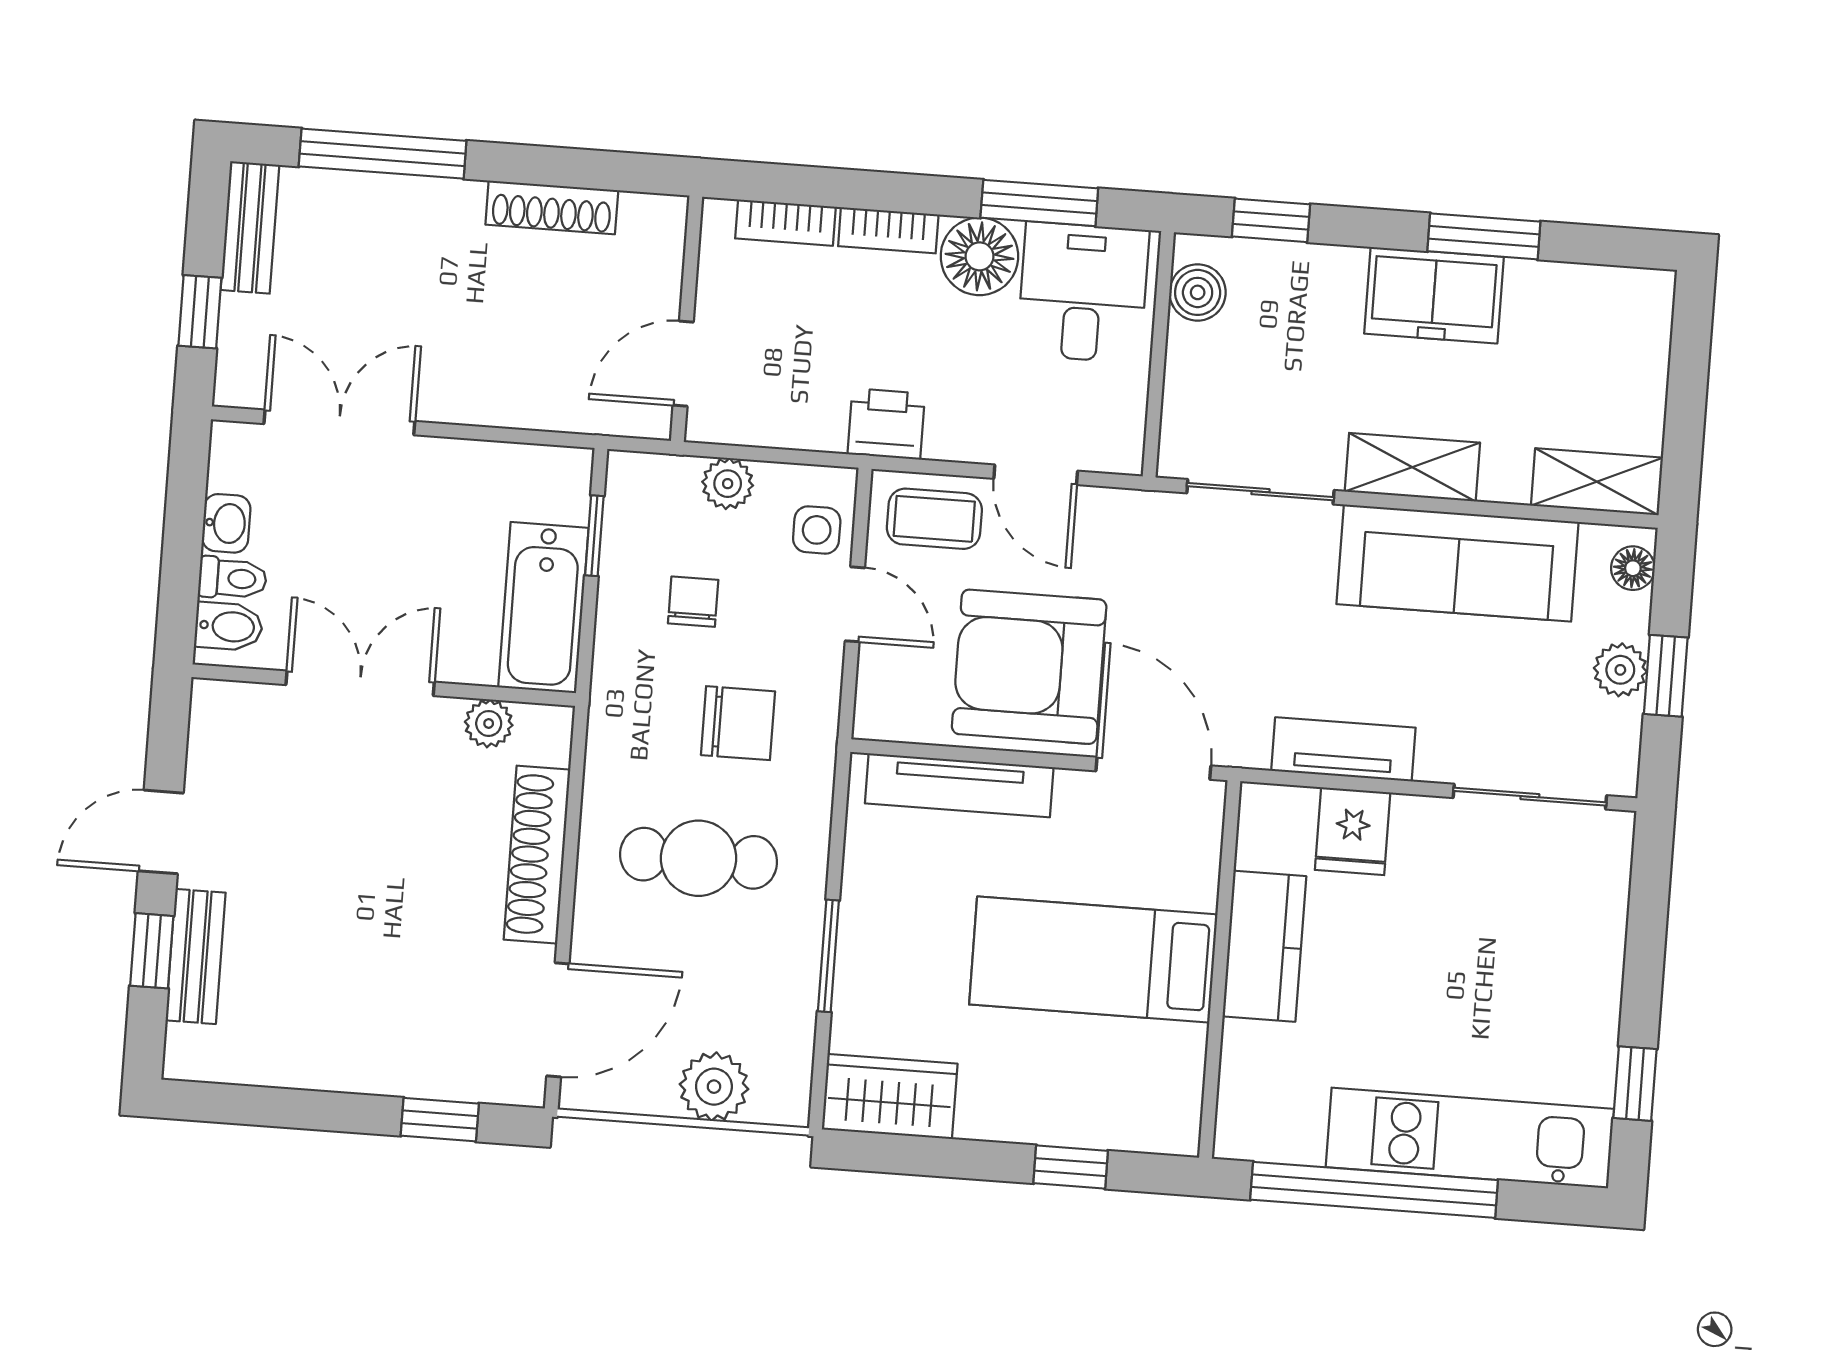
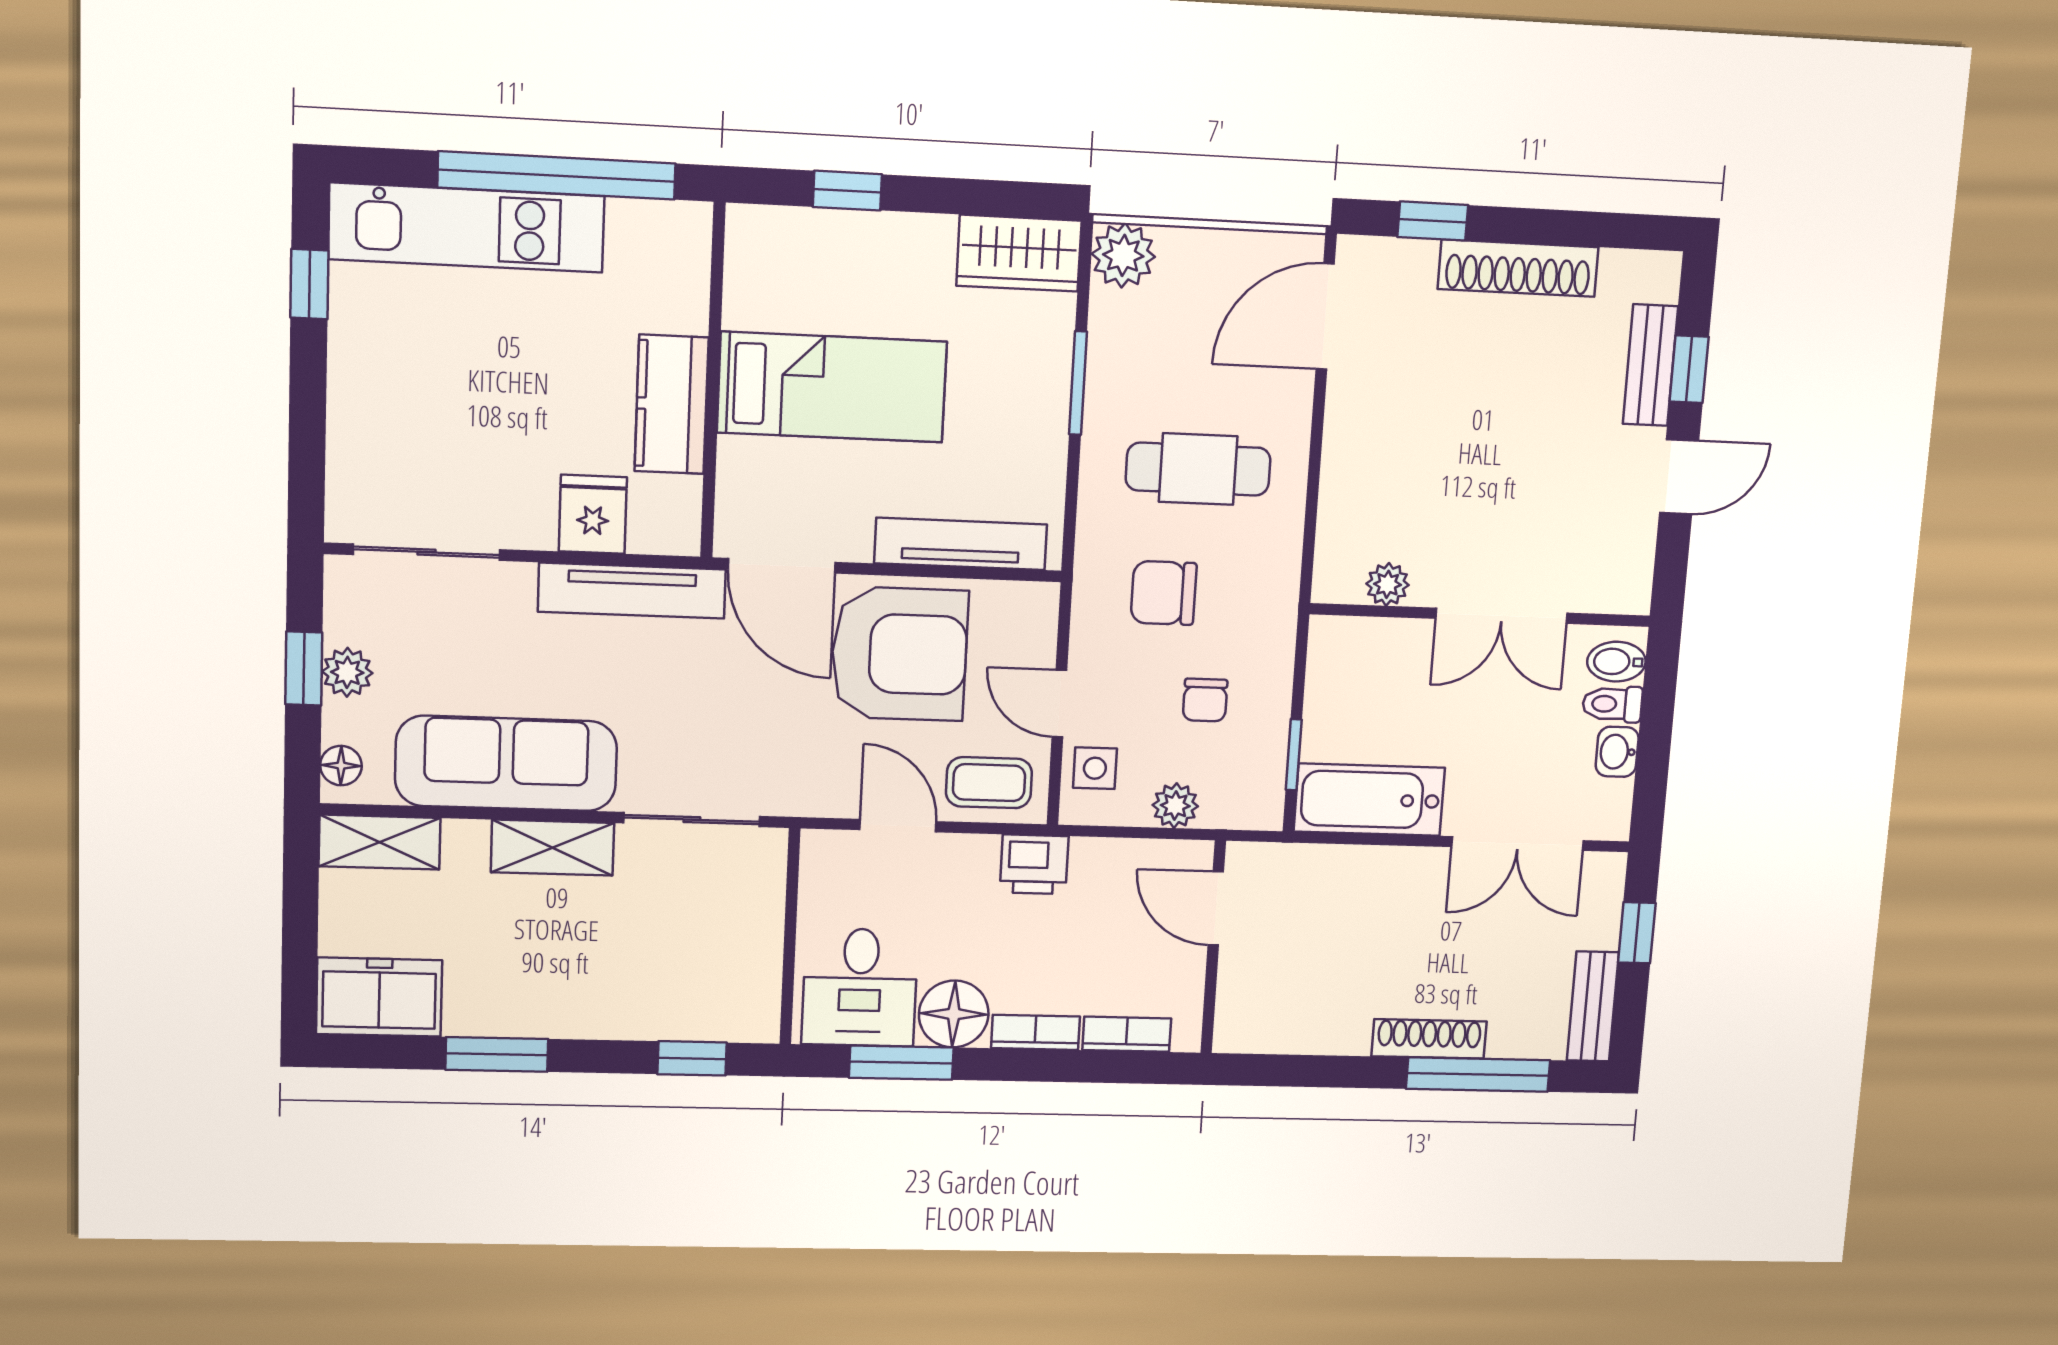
shoe rack: (552, 207) -> (1429, 1039), moved
boiler: (1198, 292) -> (756, 992), removed
freezer: (1434, 295) -> (379, 997), moved
door: (683, 364) -> (1216, 908), swing flipped
bathtub: (543, 608) -> (1369, 800), moved, turned -90
tv unit: (1343, 749) -> (632, 591), width x1.41
shoe rack: (537, 855) -> (1518, 268), moved, turned 90
plant: (714, 1087) -> (1123, 255), moved

